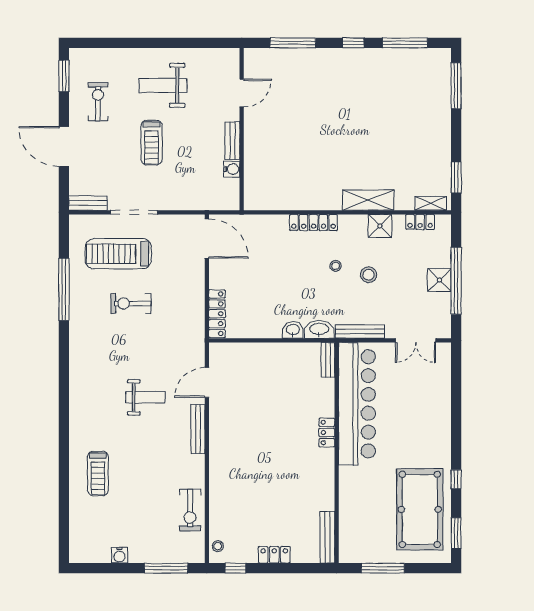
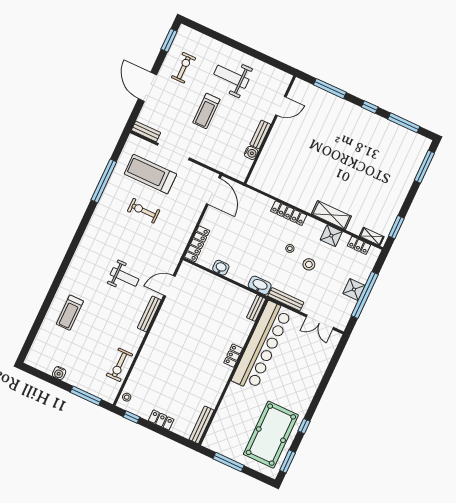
washbasin: (293, 330) -> (221, 268), moved

